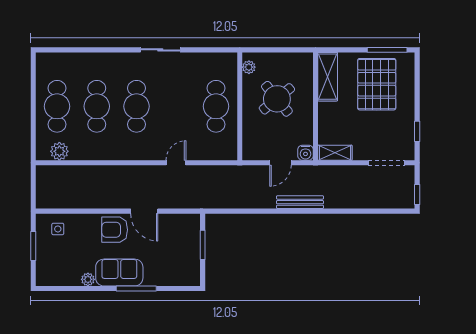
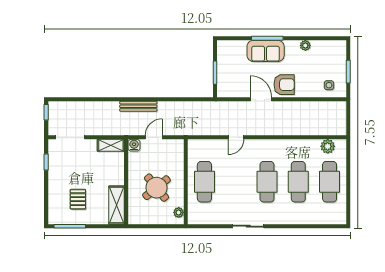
pallet: (377, 84) -> (78, 199), width x0.49, depth x0.50
sofa: (119, 273) -> (266, 51), moved

